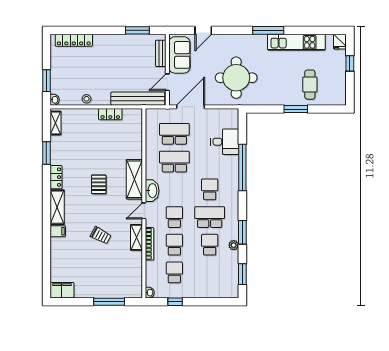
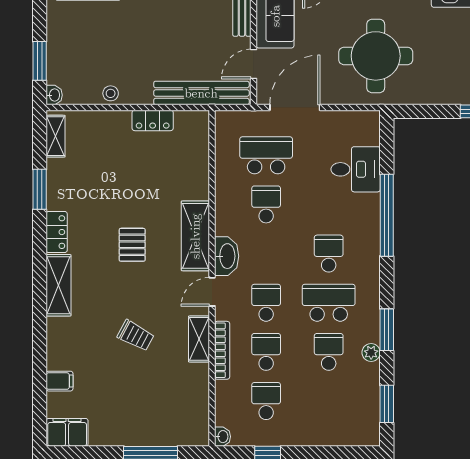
school desk: (174, 162) -> (266, 204), width x0.54
filing cabinet: (58, 231) -> (60, 381), moved

